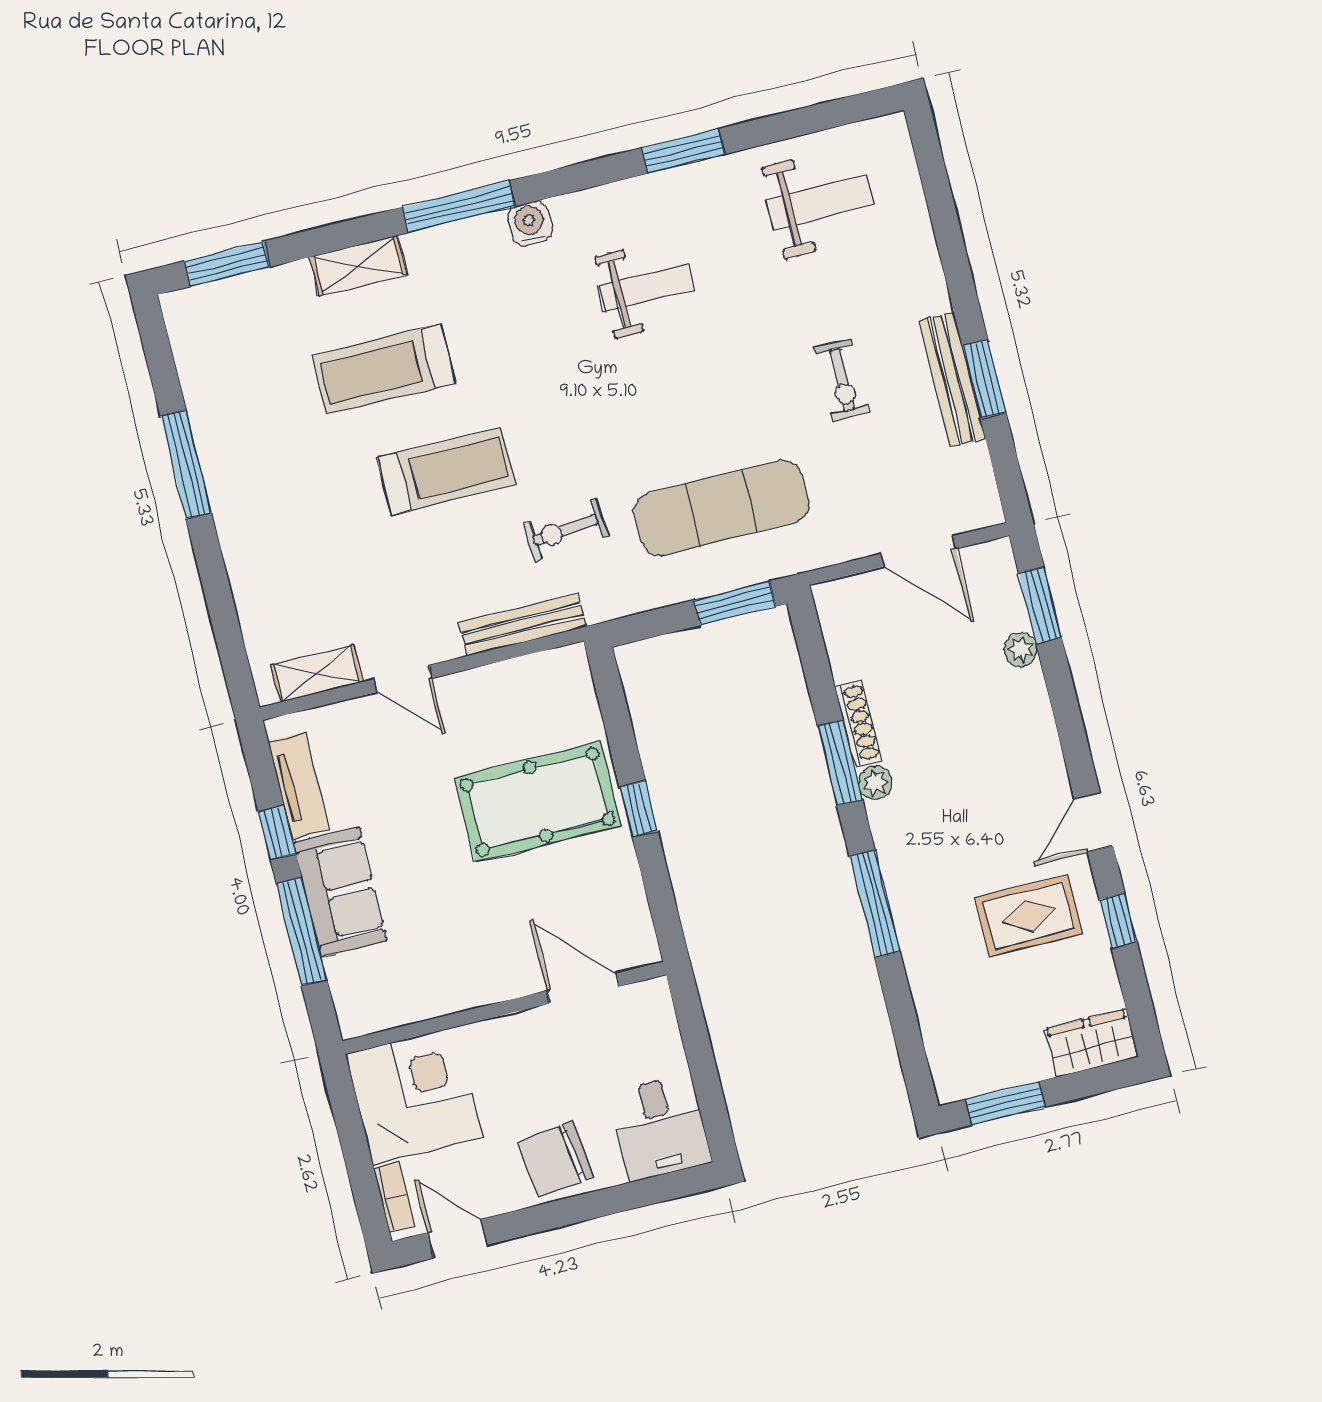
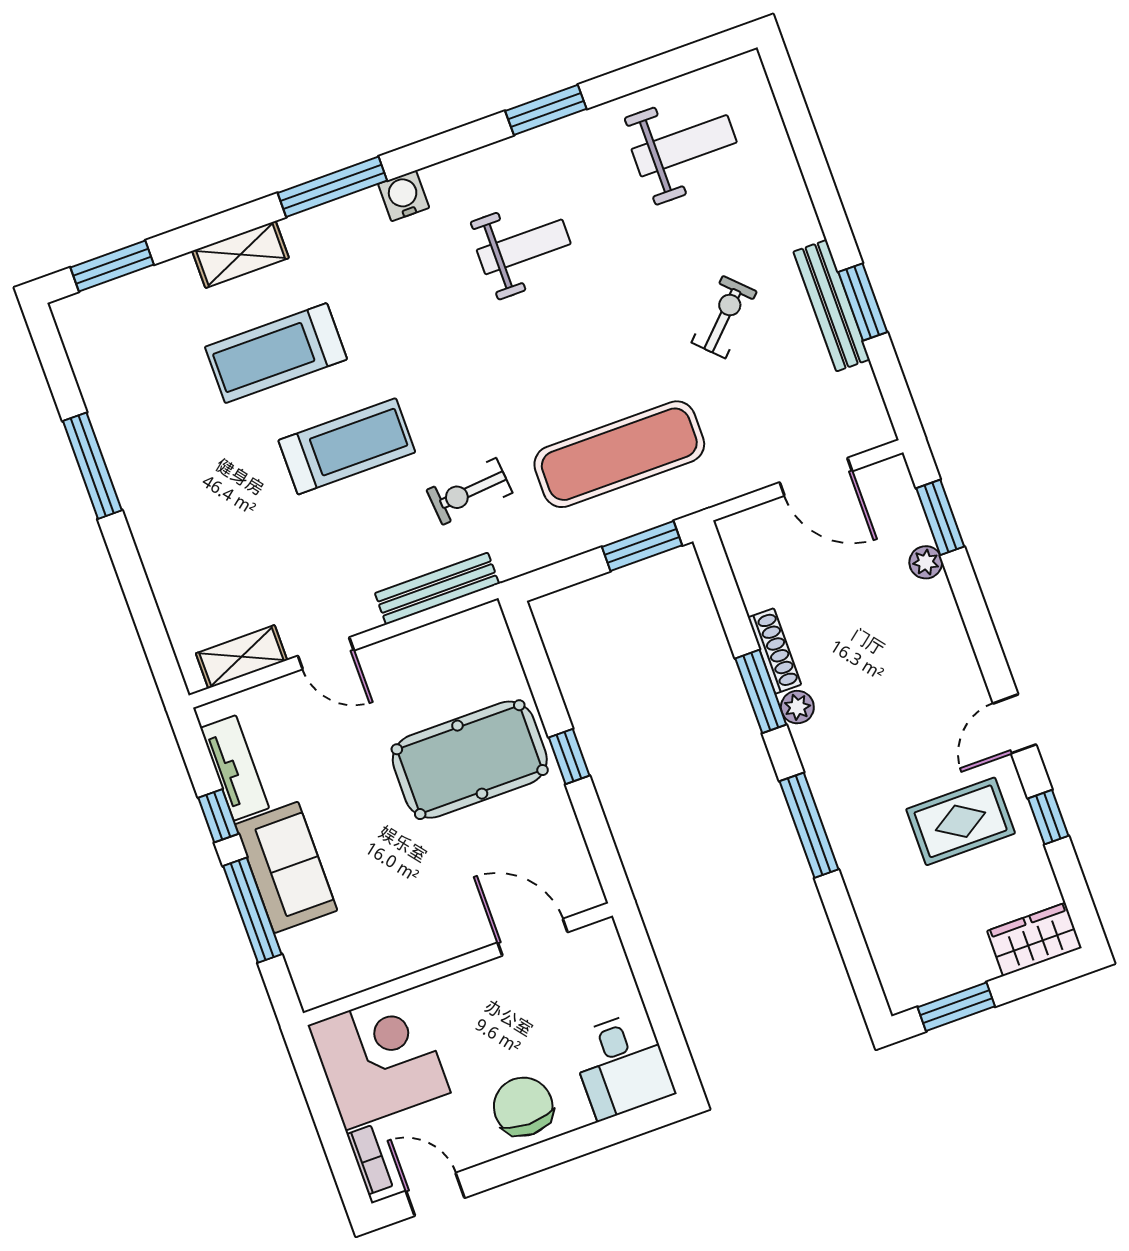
exercise bike: (842, 380) -> (724, 317), turned -135
chair: (556, 1159) -> (523, 1107), turned 97

